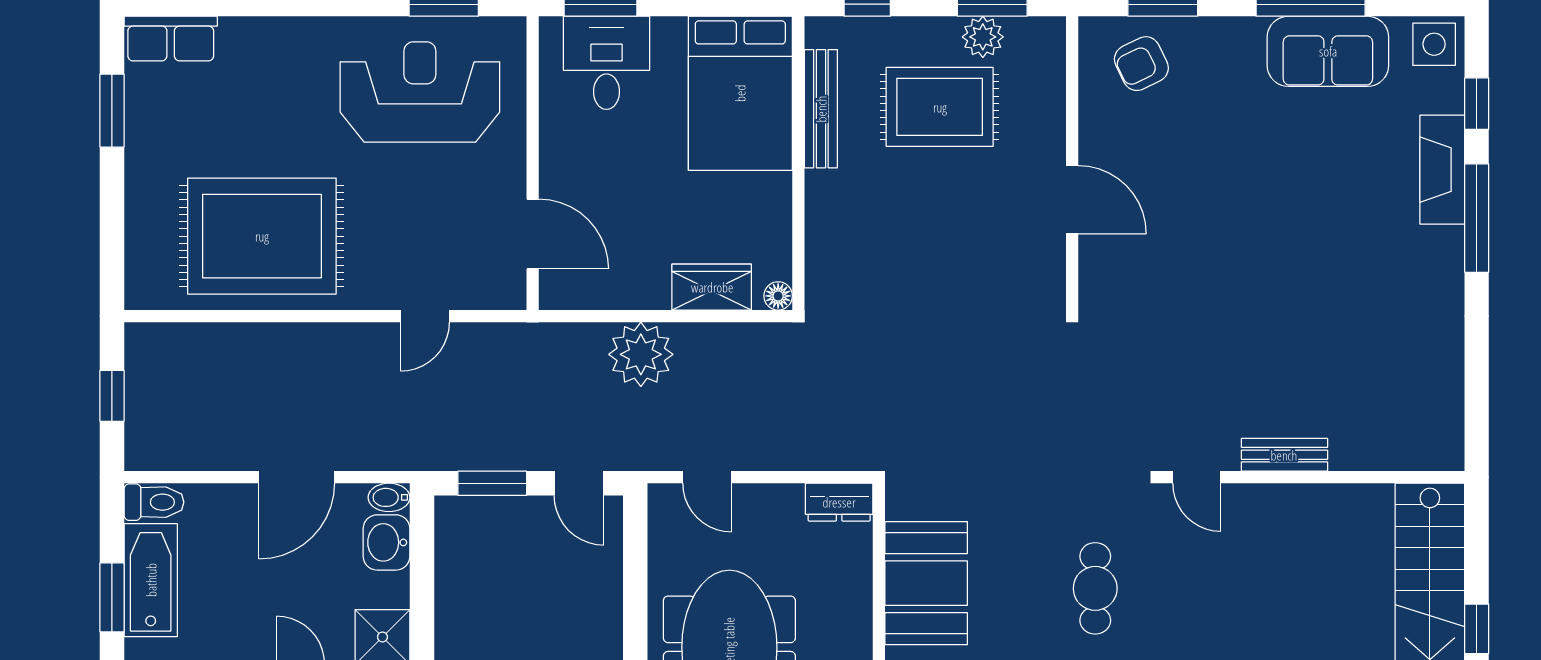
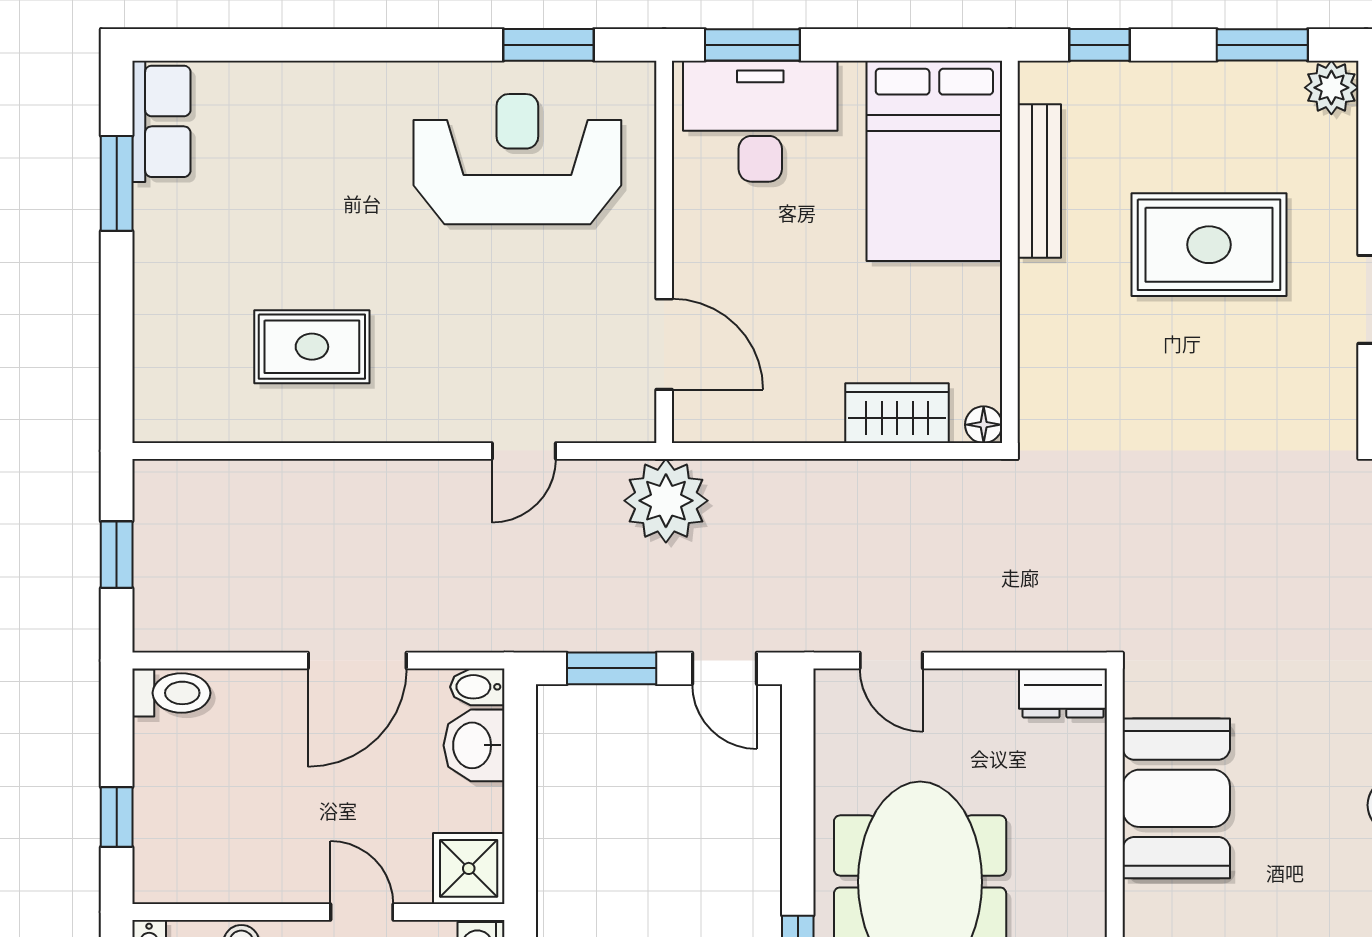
plant: (983, 37) -> (1331, 88), moved
row of seats: (171, 39) -> (161, 121), moved, turned -90
desk: (606, 63) -> (760, 121), width x1.37
rug: (940, 107) -> (1209, 245), moved
rug: (262, 236) -> (312, 347), width x0.54, depth x0.49
plant: (641, 354) -> (666, 501), moved
bathtub: (151, 580) -> (167, 794), removed
window: (112, 597) -> (117, 817), width x0.67

